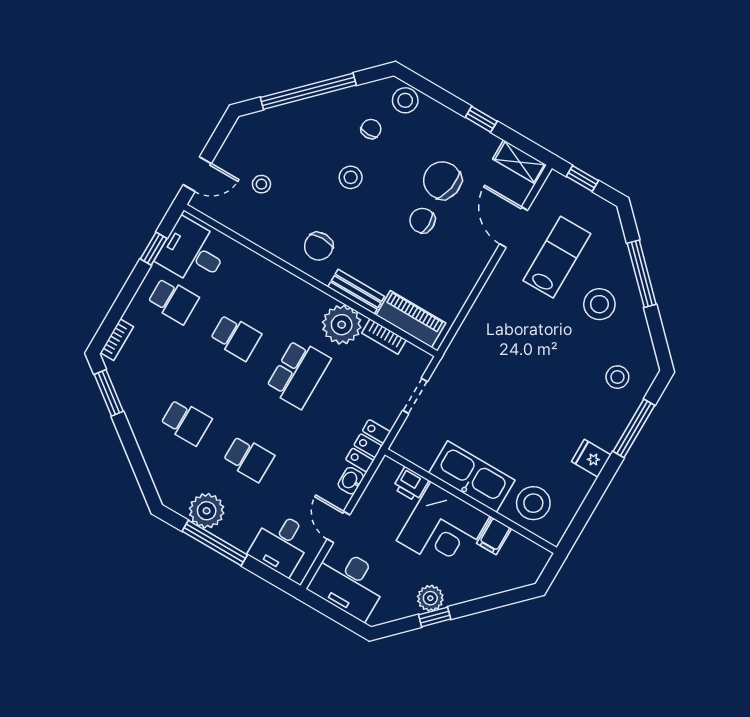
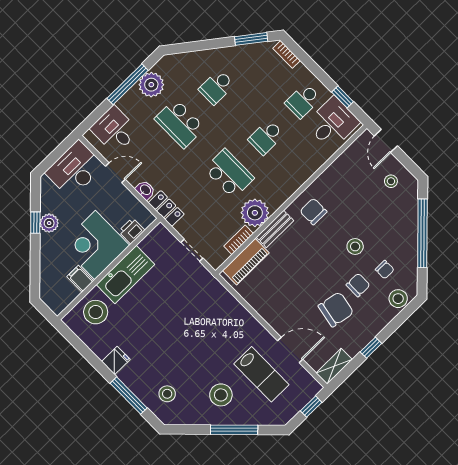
stool: (261, 184) -> (391, 181), moved
chair: (422, 221) -> (358, 285), moved
school desk: (298, 374) -> (229, 174), turned 180
school desk: (249, 459) -> (180, 123), width x1.85

